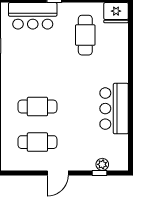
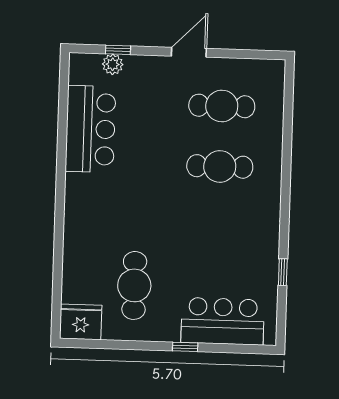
bar counter: (114, 109) -> (90, 129), moved

